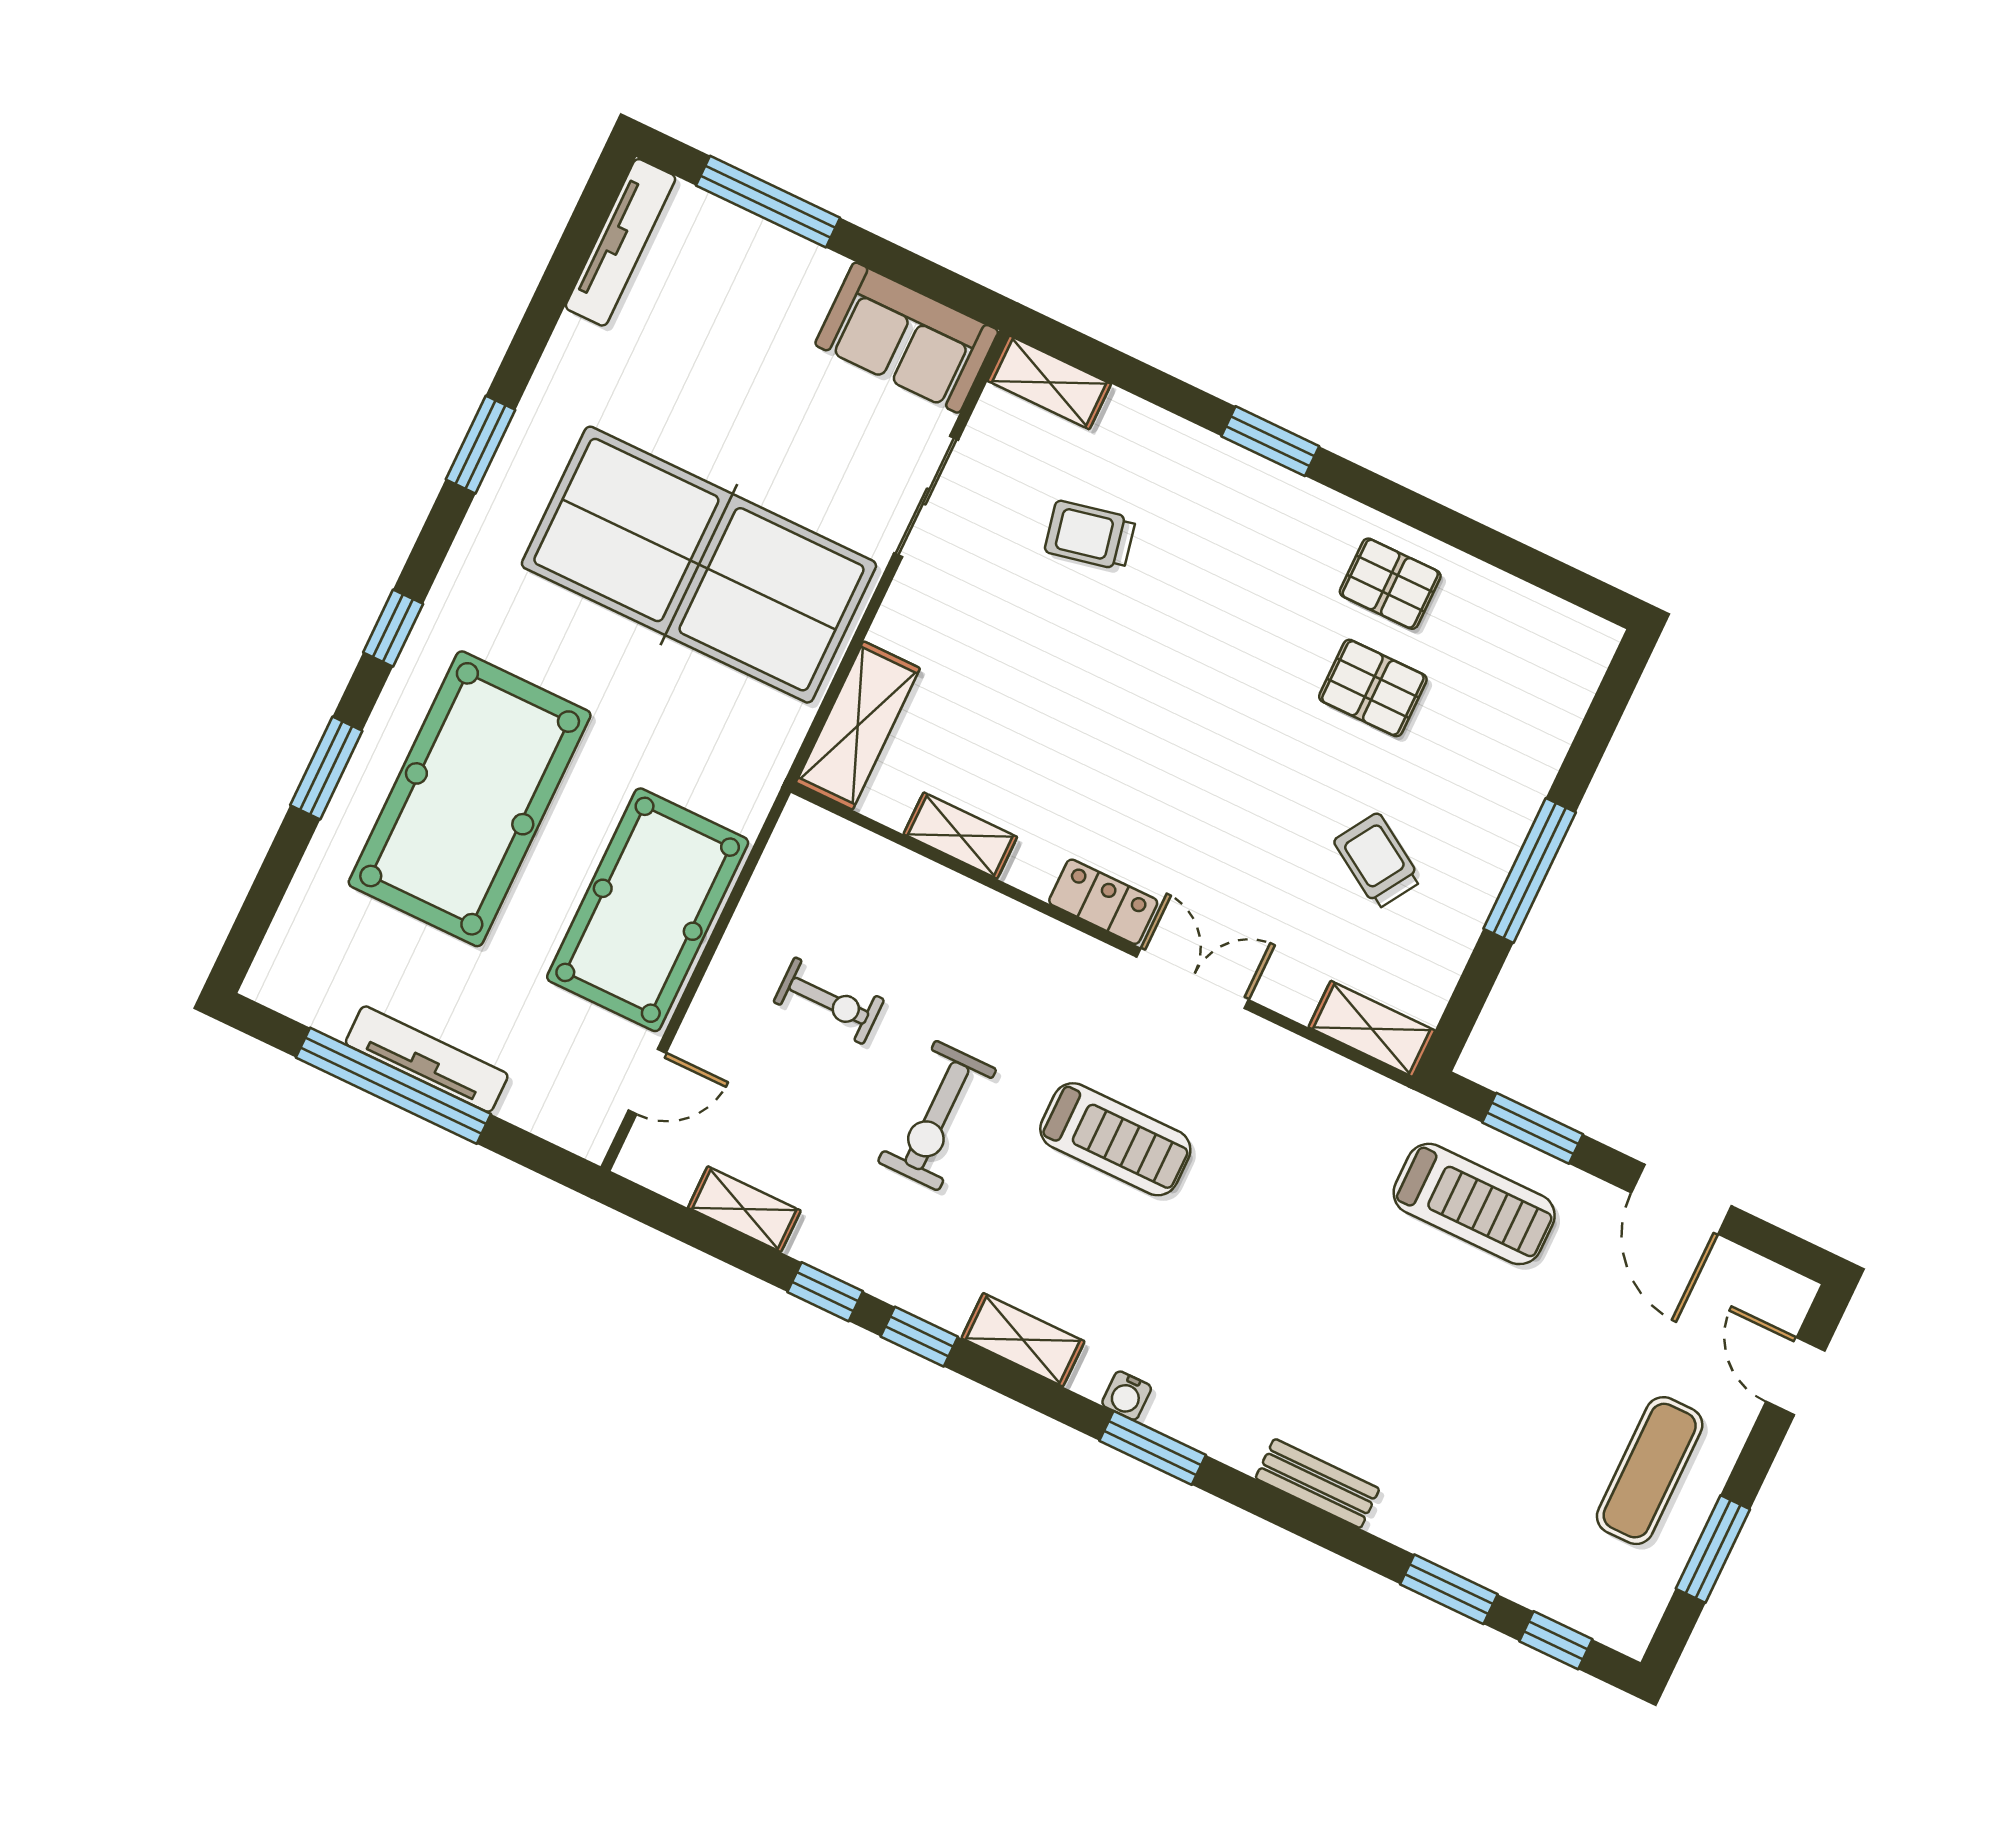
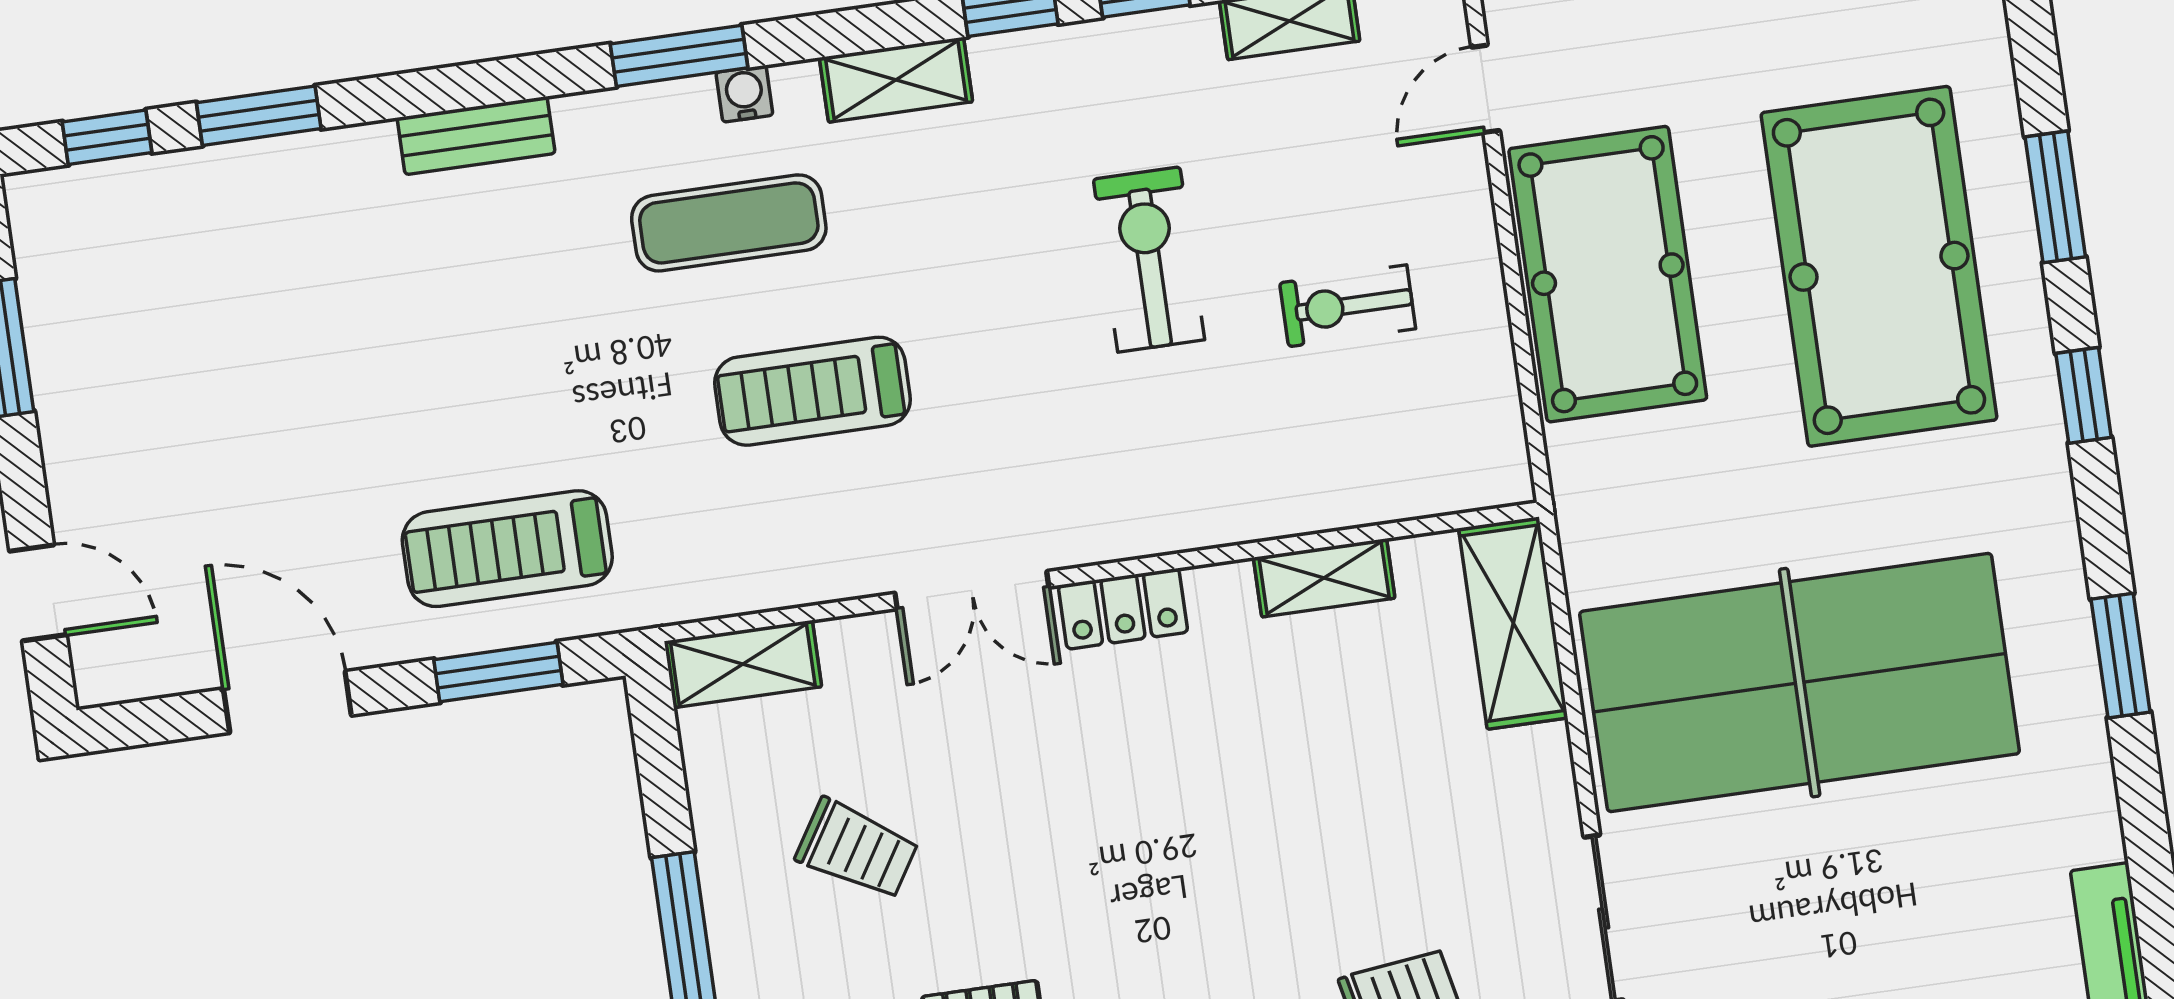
treadmill: (1115, 1139) -> (813, 391), moved
exercise mat: (1650, 1471) -> (729, 223), moved, turned 90

